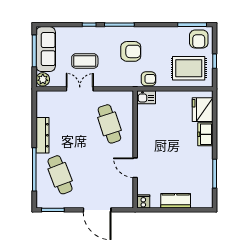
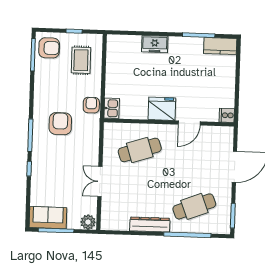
sofa: (46, 49) -> (48, 218), width x0.73
coffee table: (85, 61) -> (69, 175), removed
rug: (189, 68) -> (81, 60), width x0.73, depth x0.70
fridge: (203, 110) -> (162, 109), moved, turned 180
kitchen counter: (176, 201) -> (220, 46), moved, turned -90

